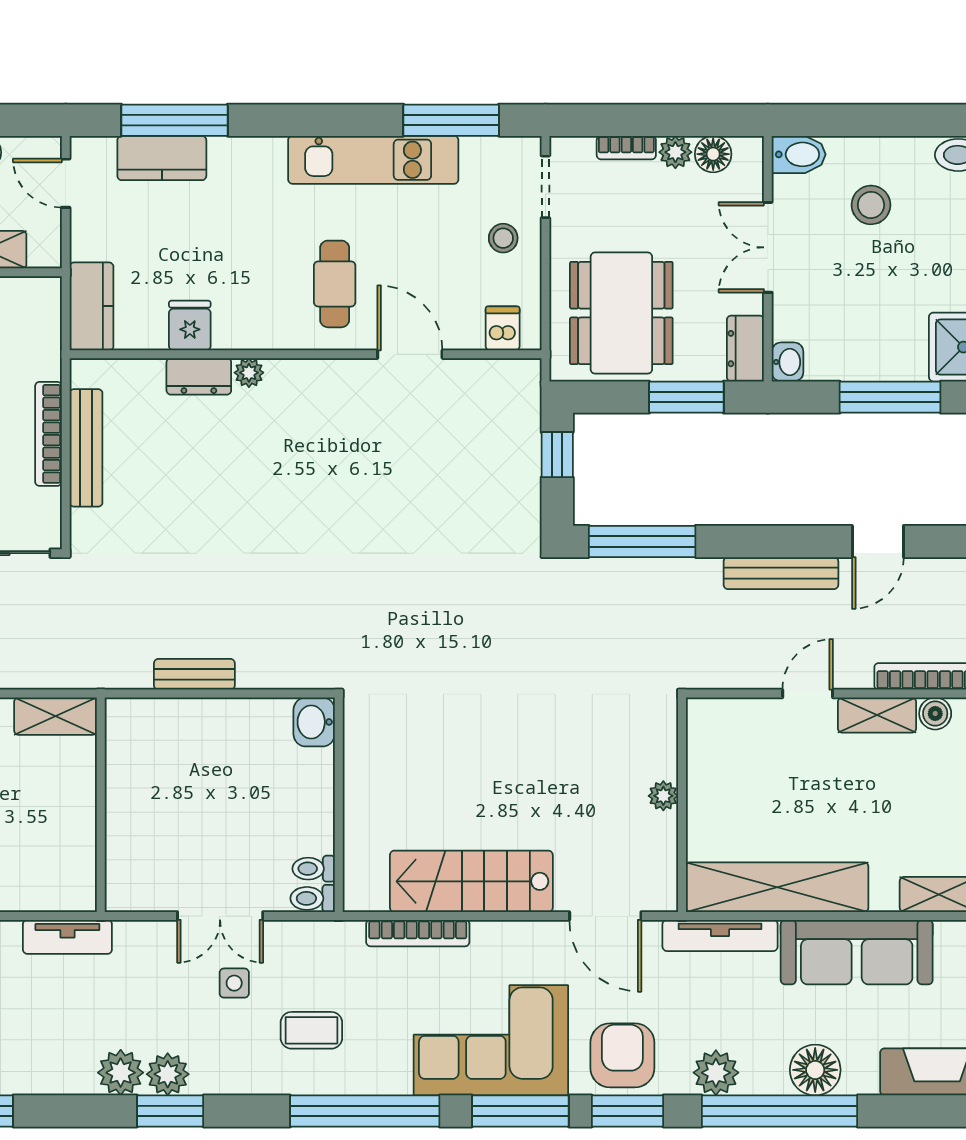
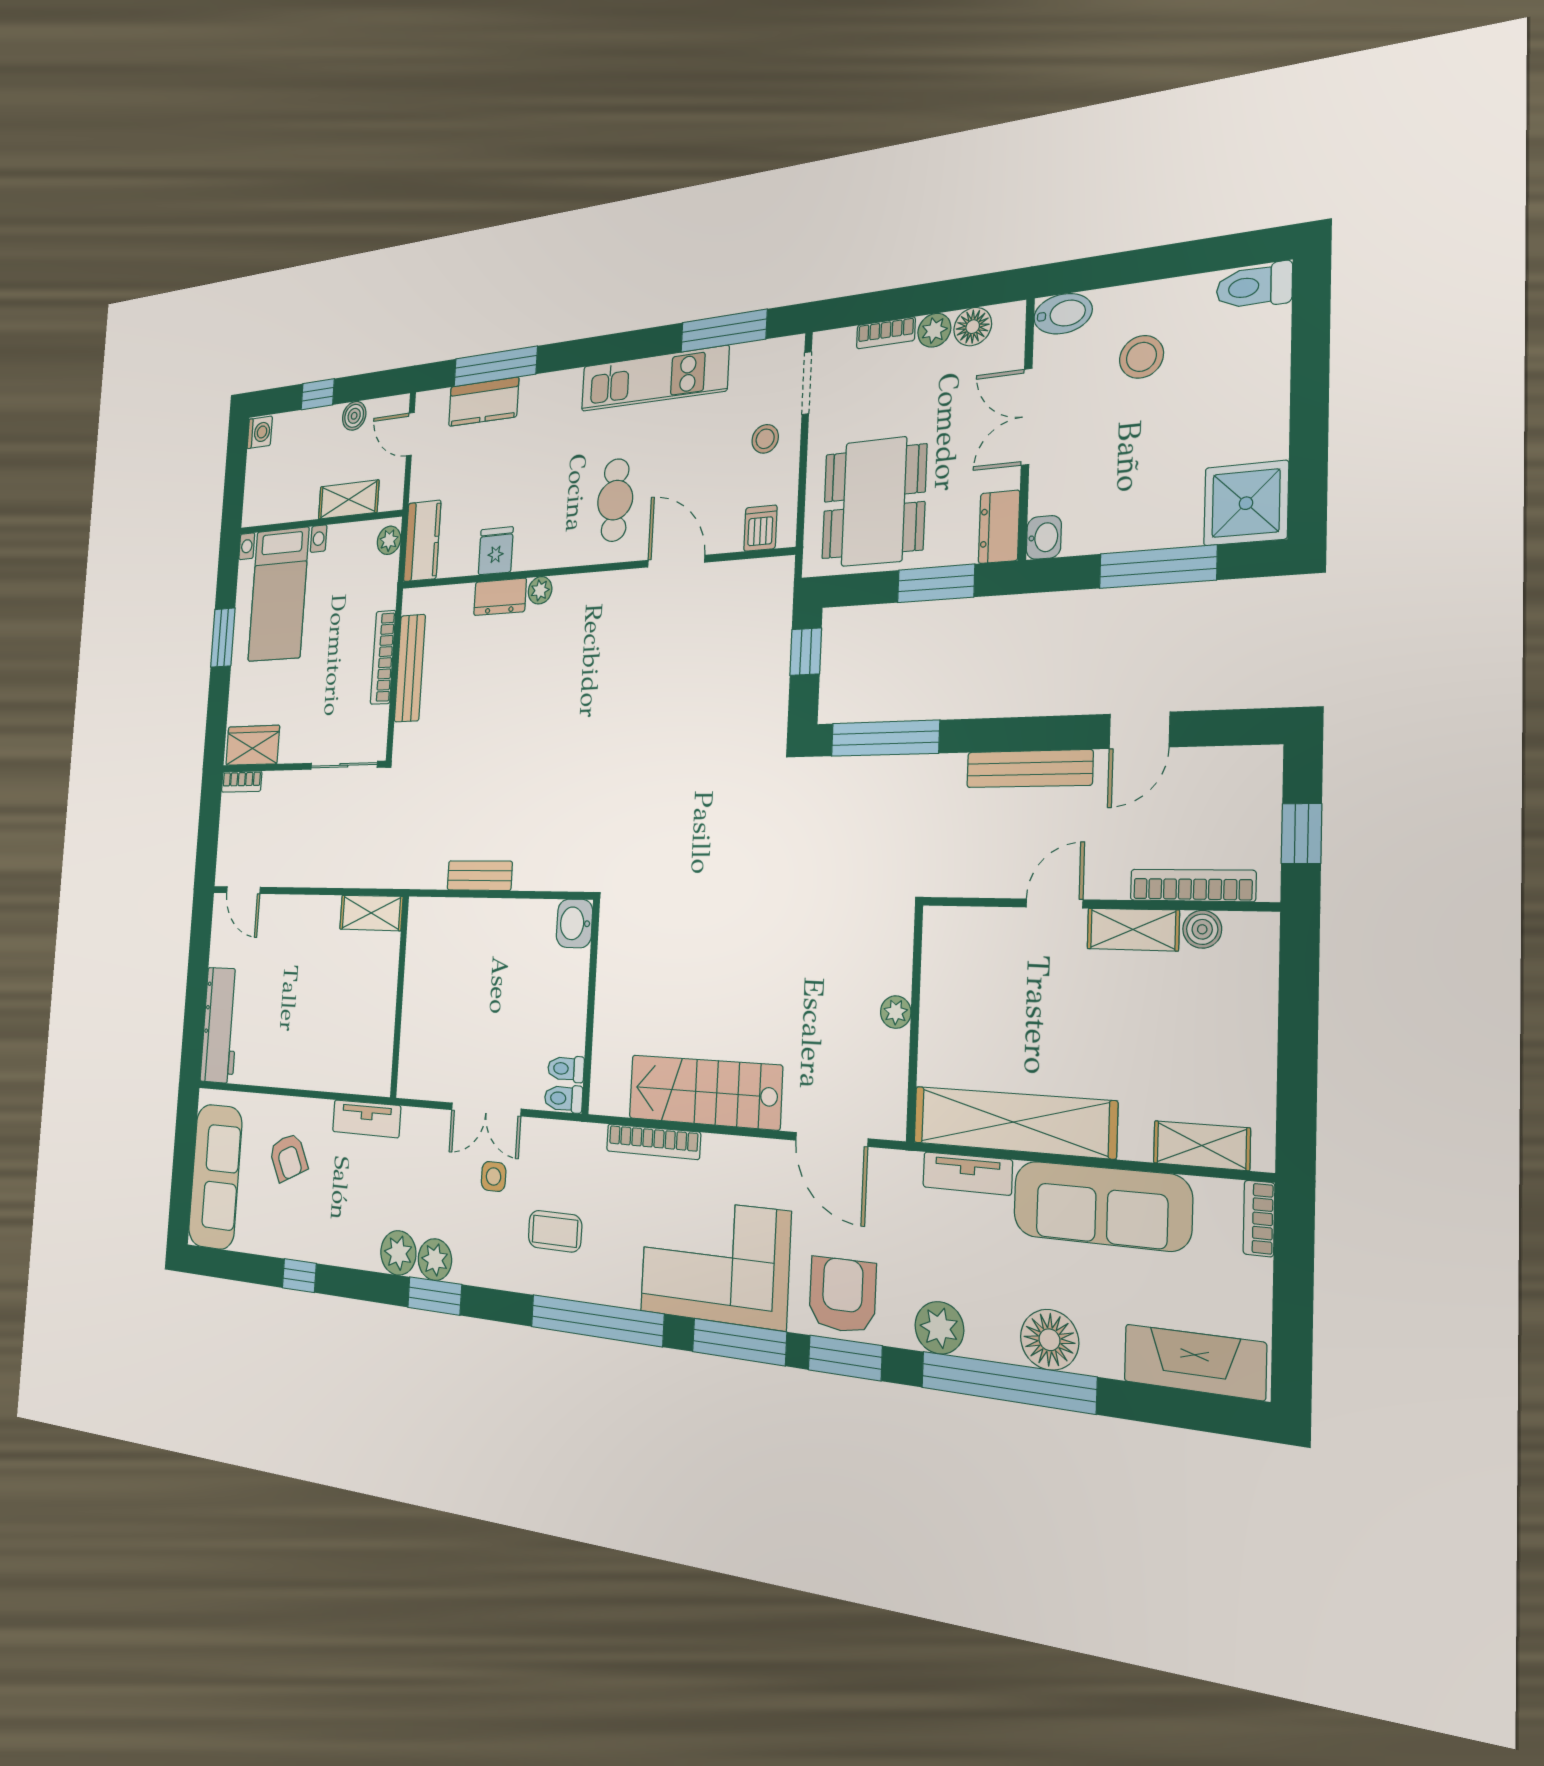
plant: (46, 302) -> (389, 540), added
tv unit: (720, 935) -> (967, 1173), width x0.71

